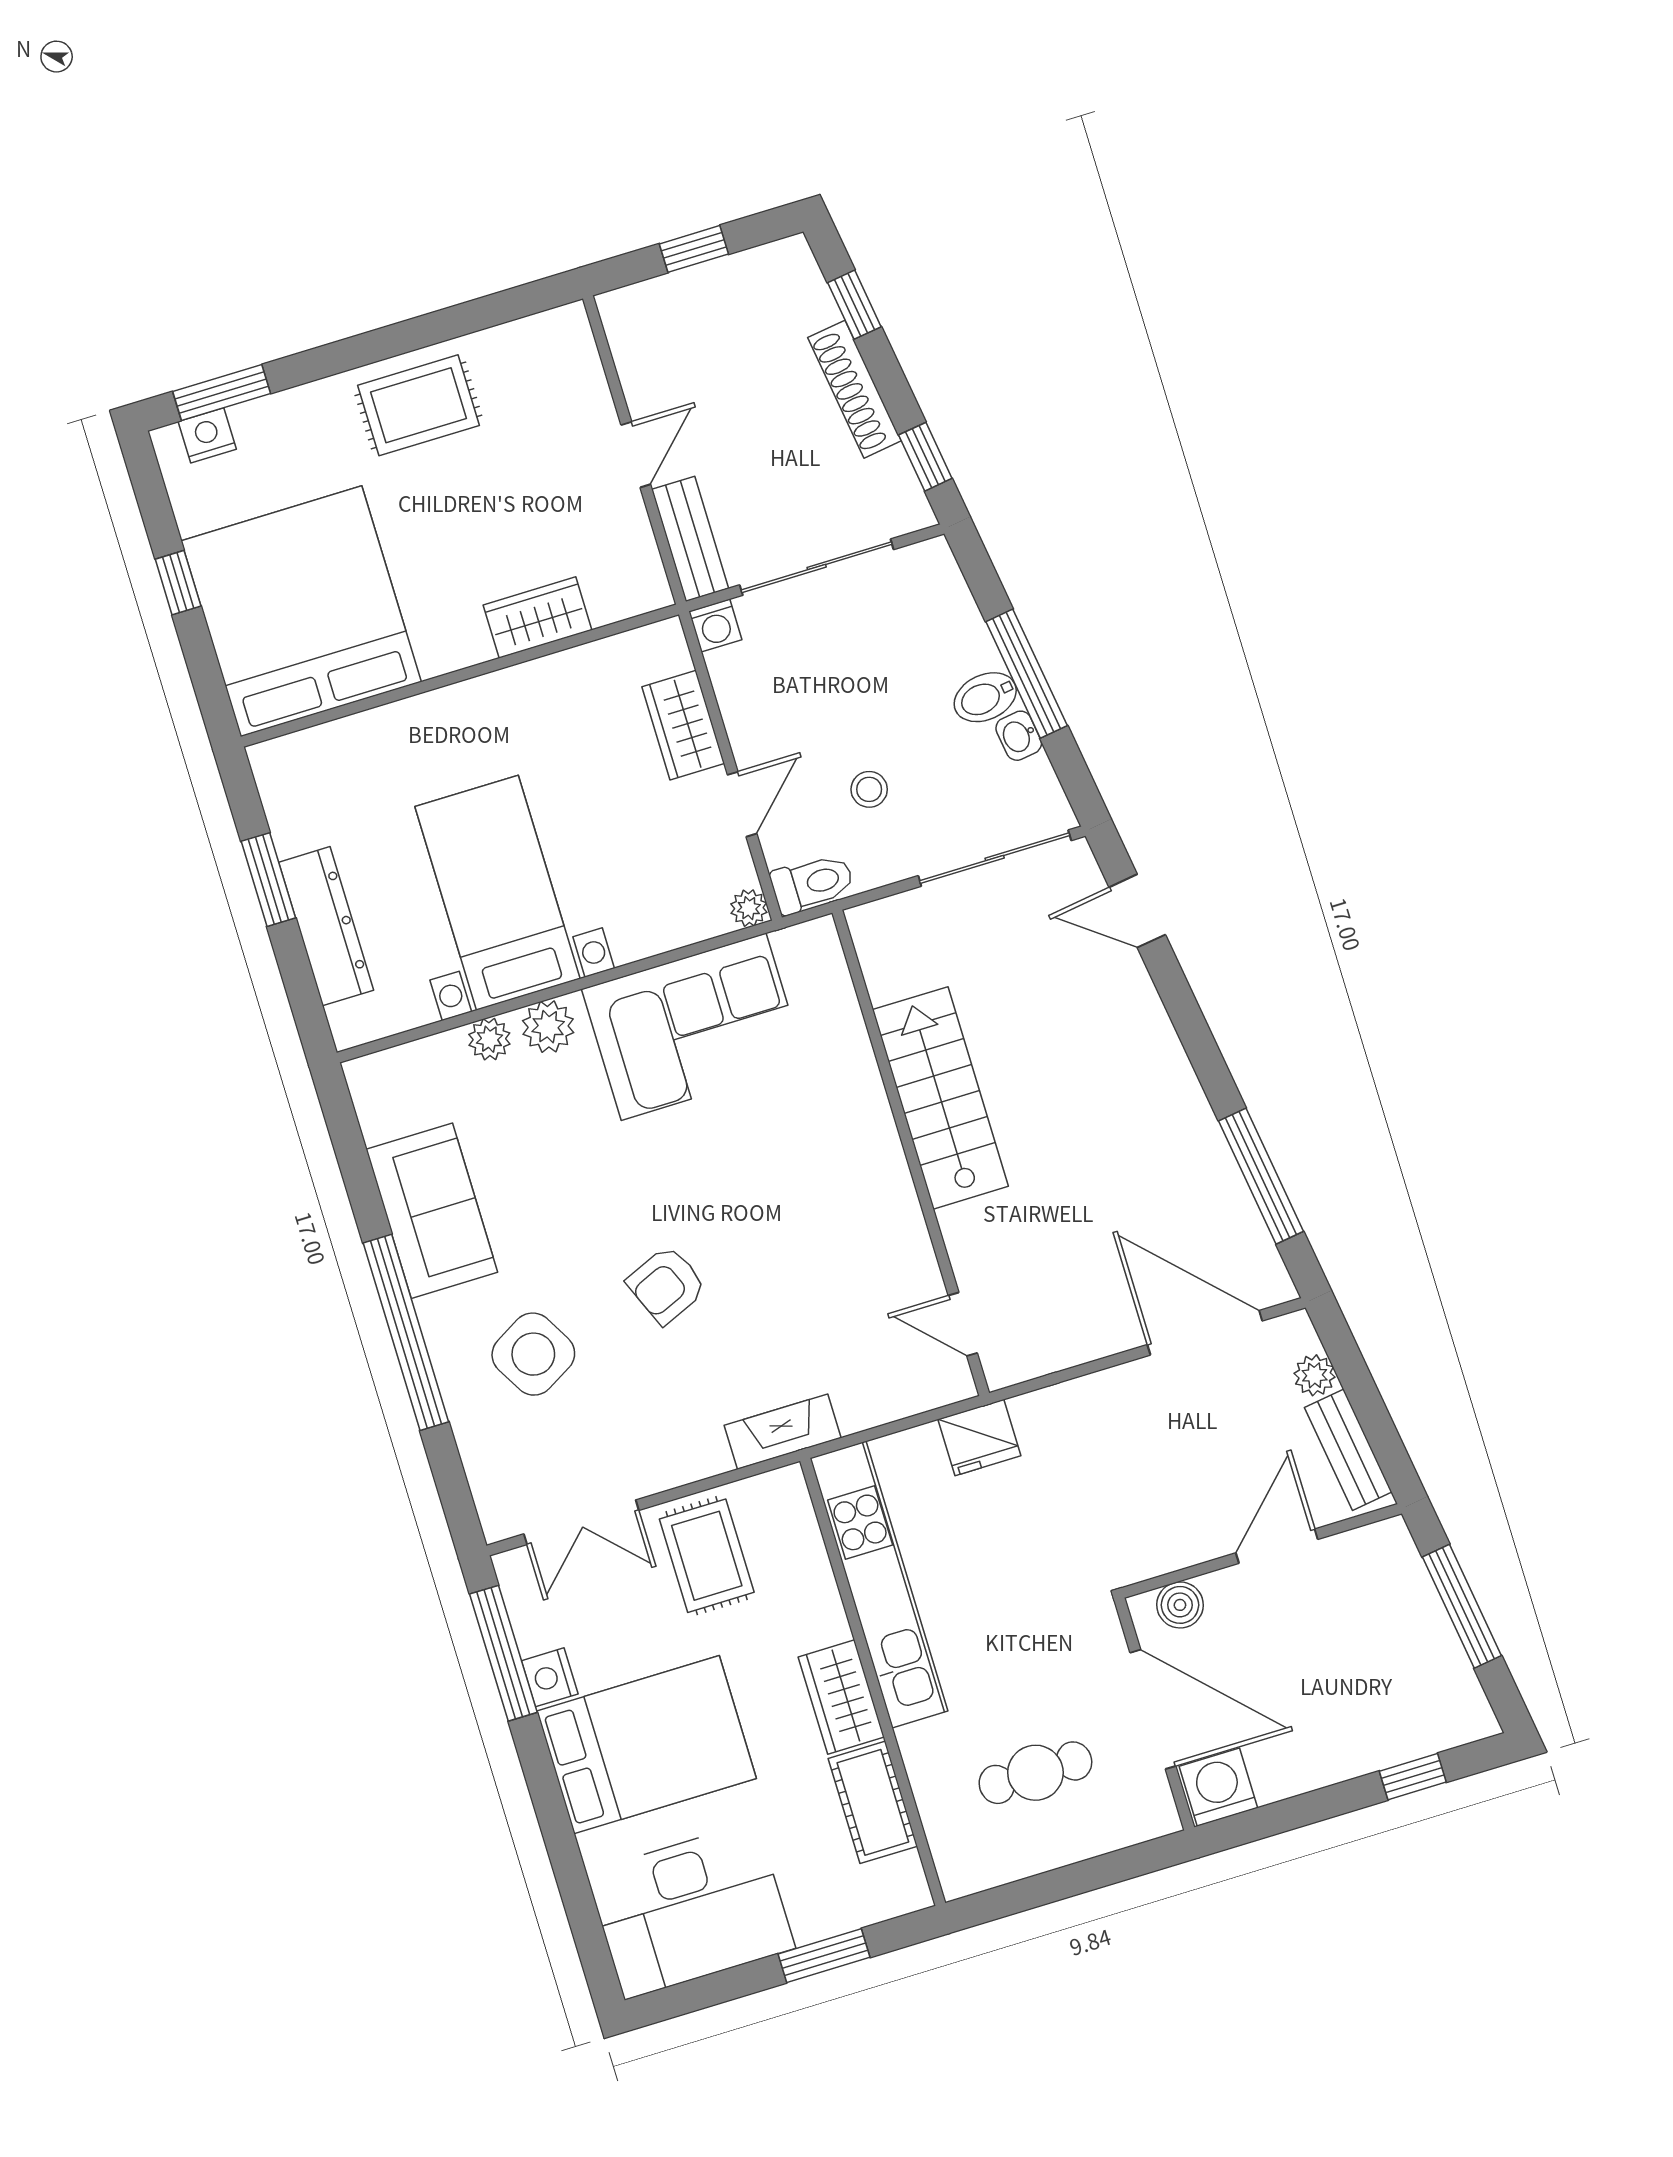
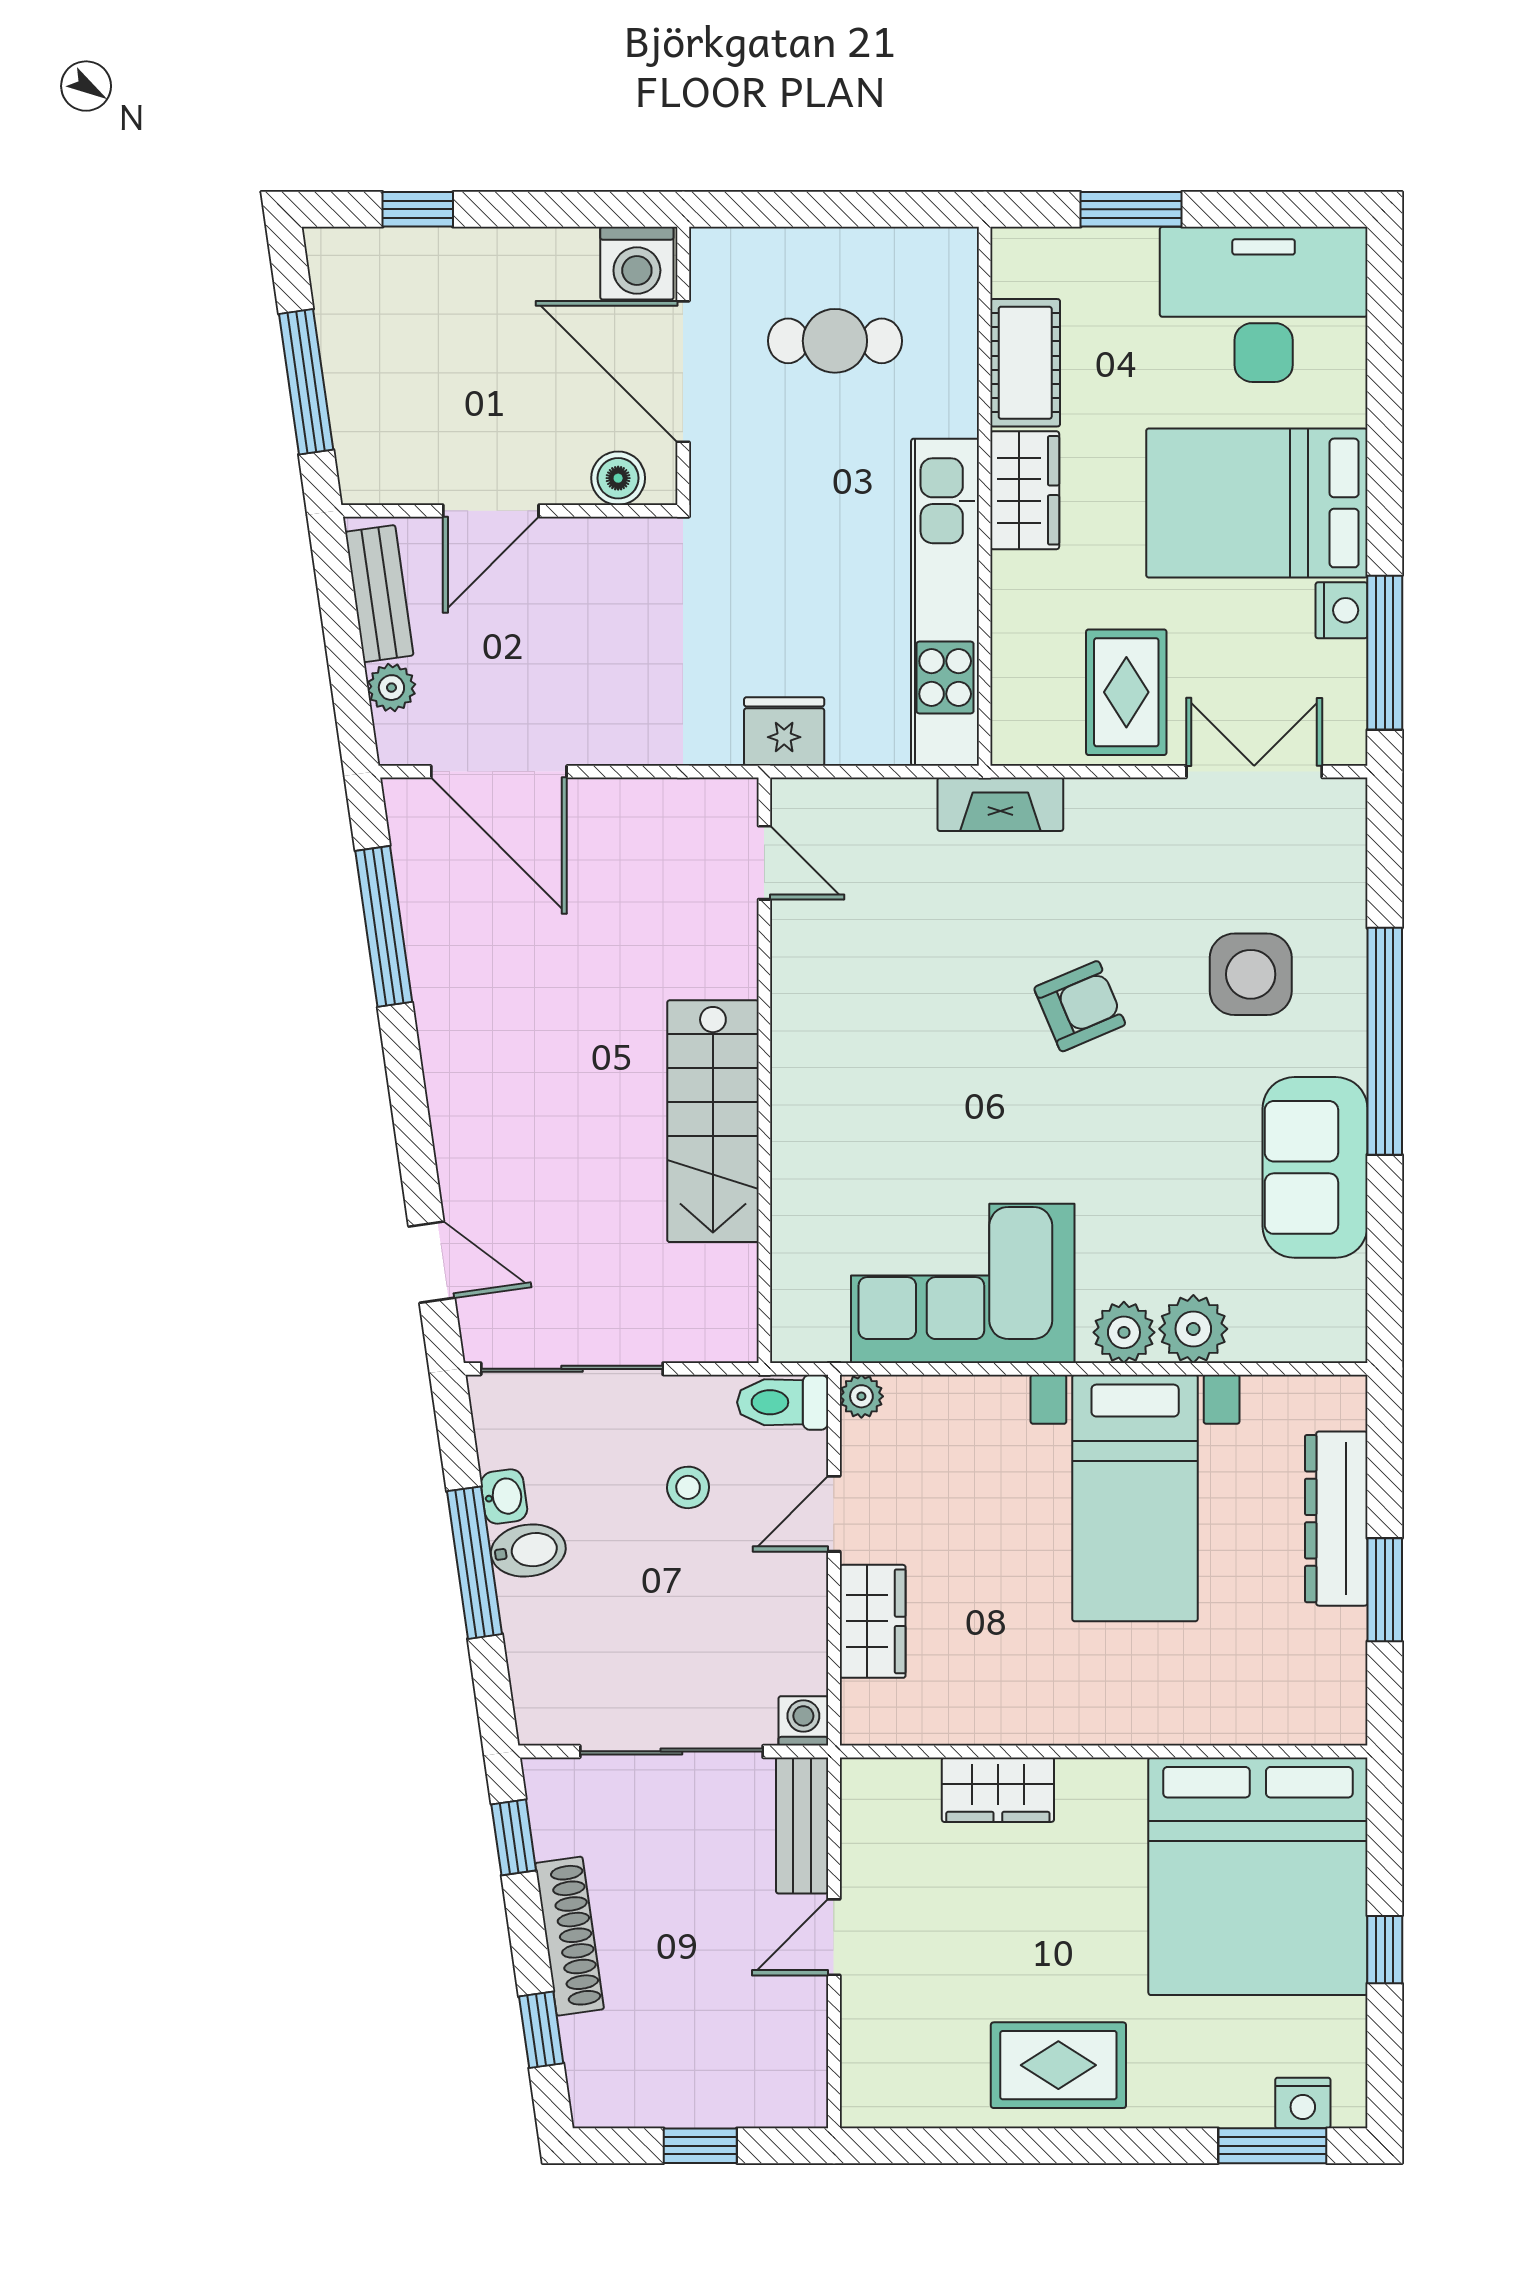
plant: (489, 1039) -> (1193, 1329), width x1.38, depth x1.38
side table: (533, 1354) -> (1251, 974), turned 30

